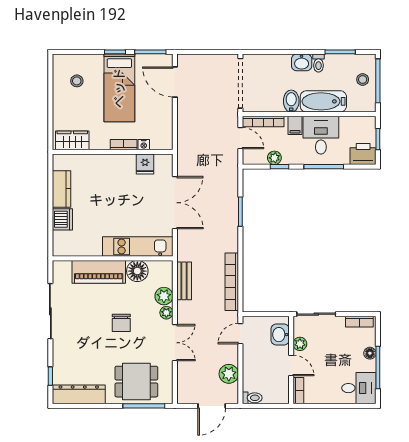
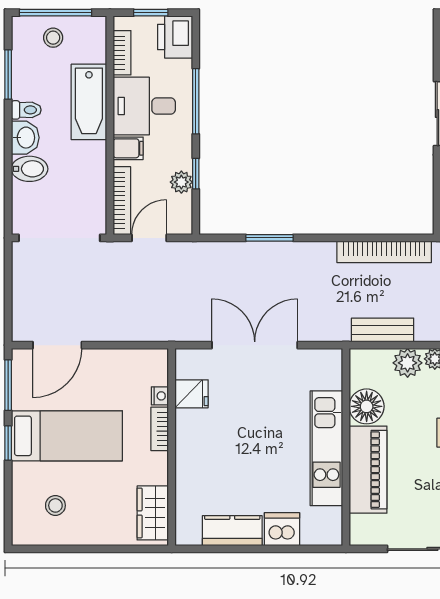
bidet: (291, 101) -> (30, 169), moved, turned 180
bookcase: (353, 122) -> (122, 53), added
kitchen unit: (138, 246) -> (326, 448), moved

